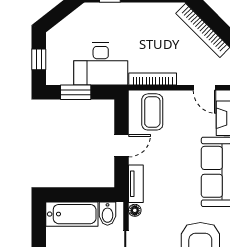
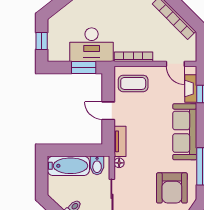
window: (76, 92) -> (84, 68), moved
coffee table: (152, 112) -> (133, 83), turned 90
door: (121, 146) -> (108, 111), swing flipped

